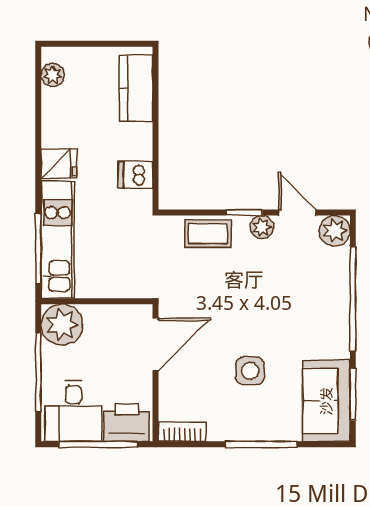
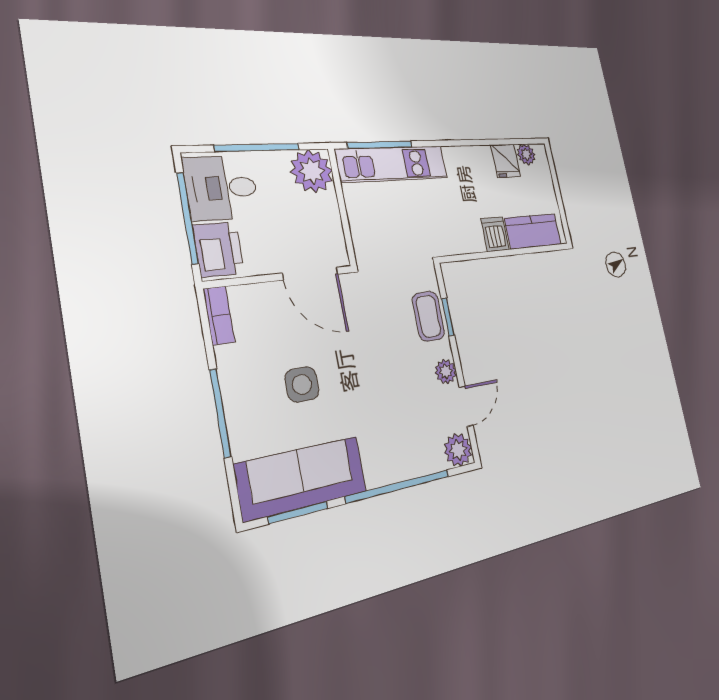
fridge: (59, 164) -> (506, 161), moved
dishwasher: (135, 175) -> (495, 234), moved
window: (244, 213) -> (448, 317), moved
sofa: (326, 401) -> (302, 478), width x1.36

